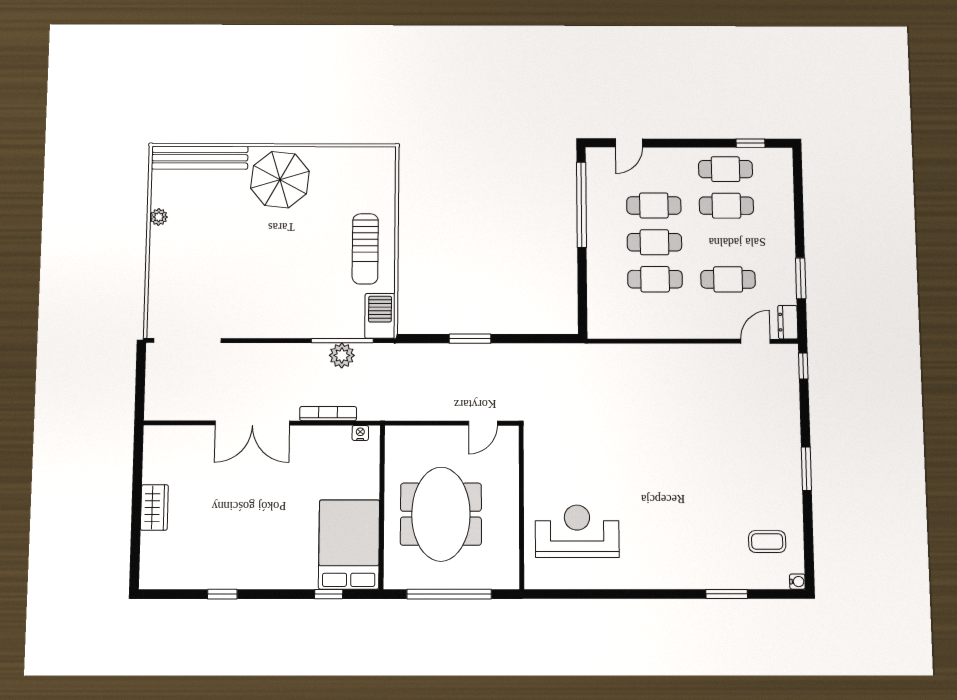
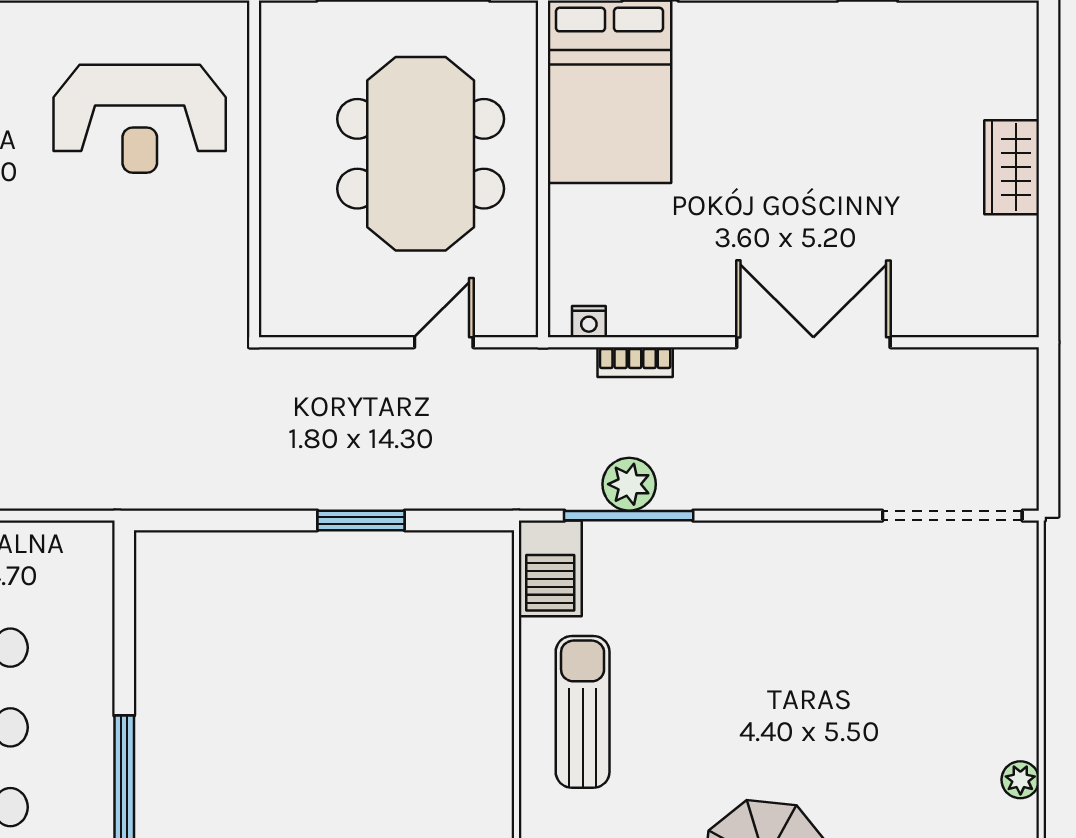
bookcase: (328, 414) -> (635, 362), width x0.64
door: (483, 423) -> (444, 342), moved

